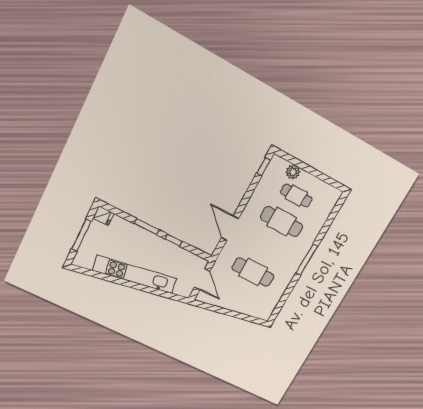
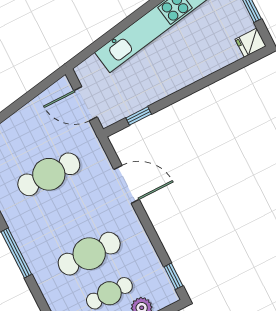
window: (147, 227) -> (201, 84), removed
window: (174, 240) -> (139, 116), moved

